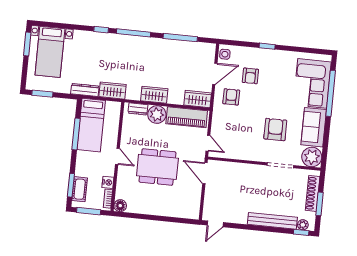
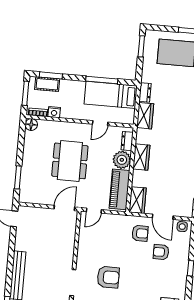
dresser: (85, 90) -> (145, 92), width x0.70
door: (117, 156) -> (100, 123), moved
window: (173, 220) -> (18, 177), added

